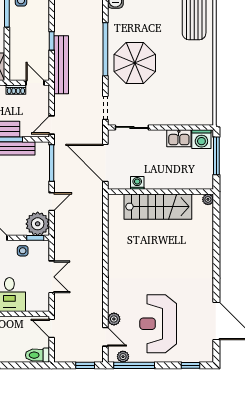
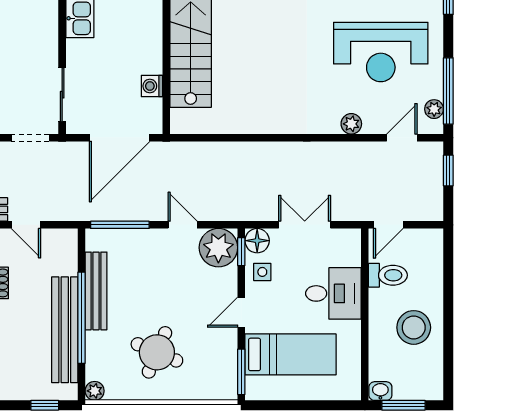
door: (52, 125) -> (26, 225), moved
floor lamp: (42, 248) -> (257, 241), added
plant: (114, 319) -> (351, 124), moved
toilet: (37, 355) -> (388, 275), moved, turned -90

